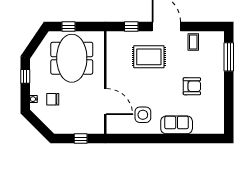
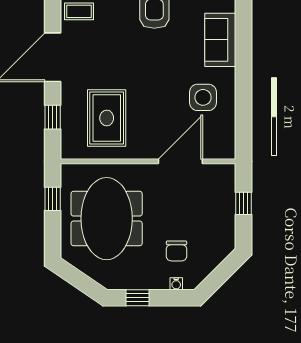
window: (69, 27) -> (53, 199), moved
rug: (149, 57) -> (107, 118), moved
meeting table: (72, 58) -> (107, 219), turned 90

